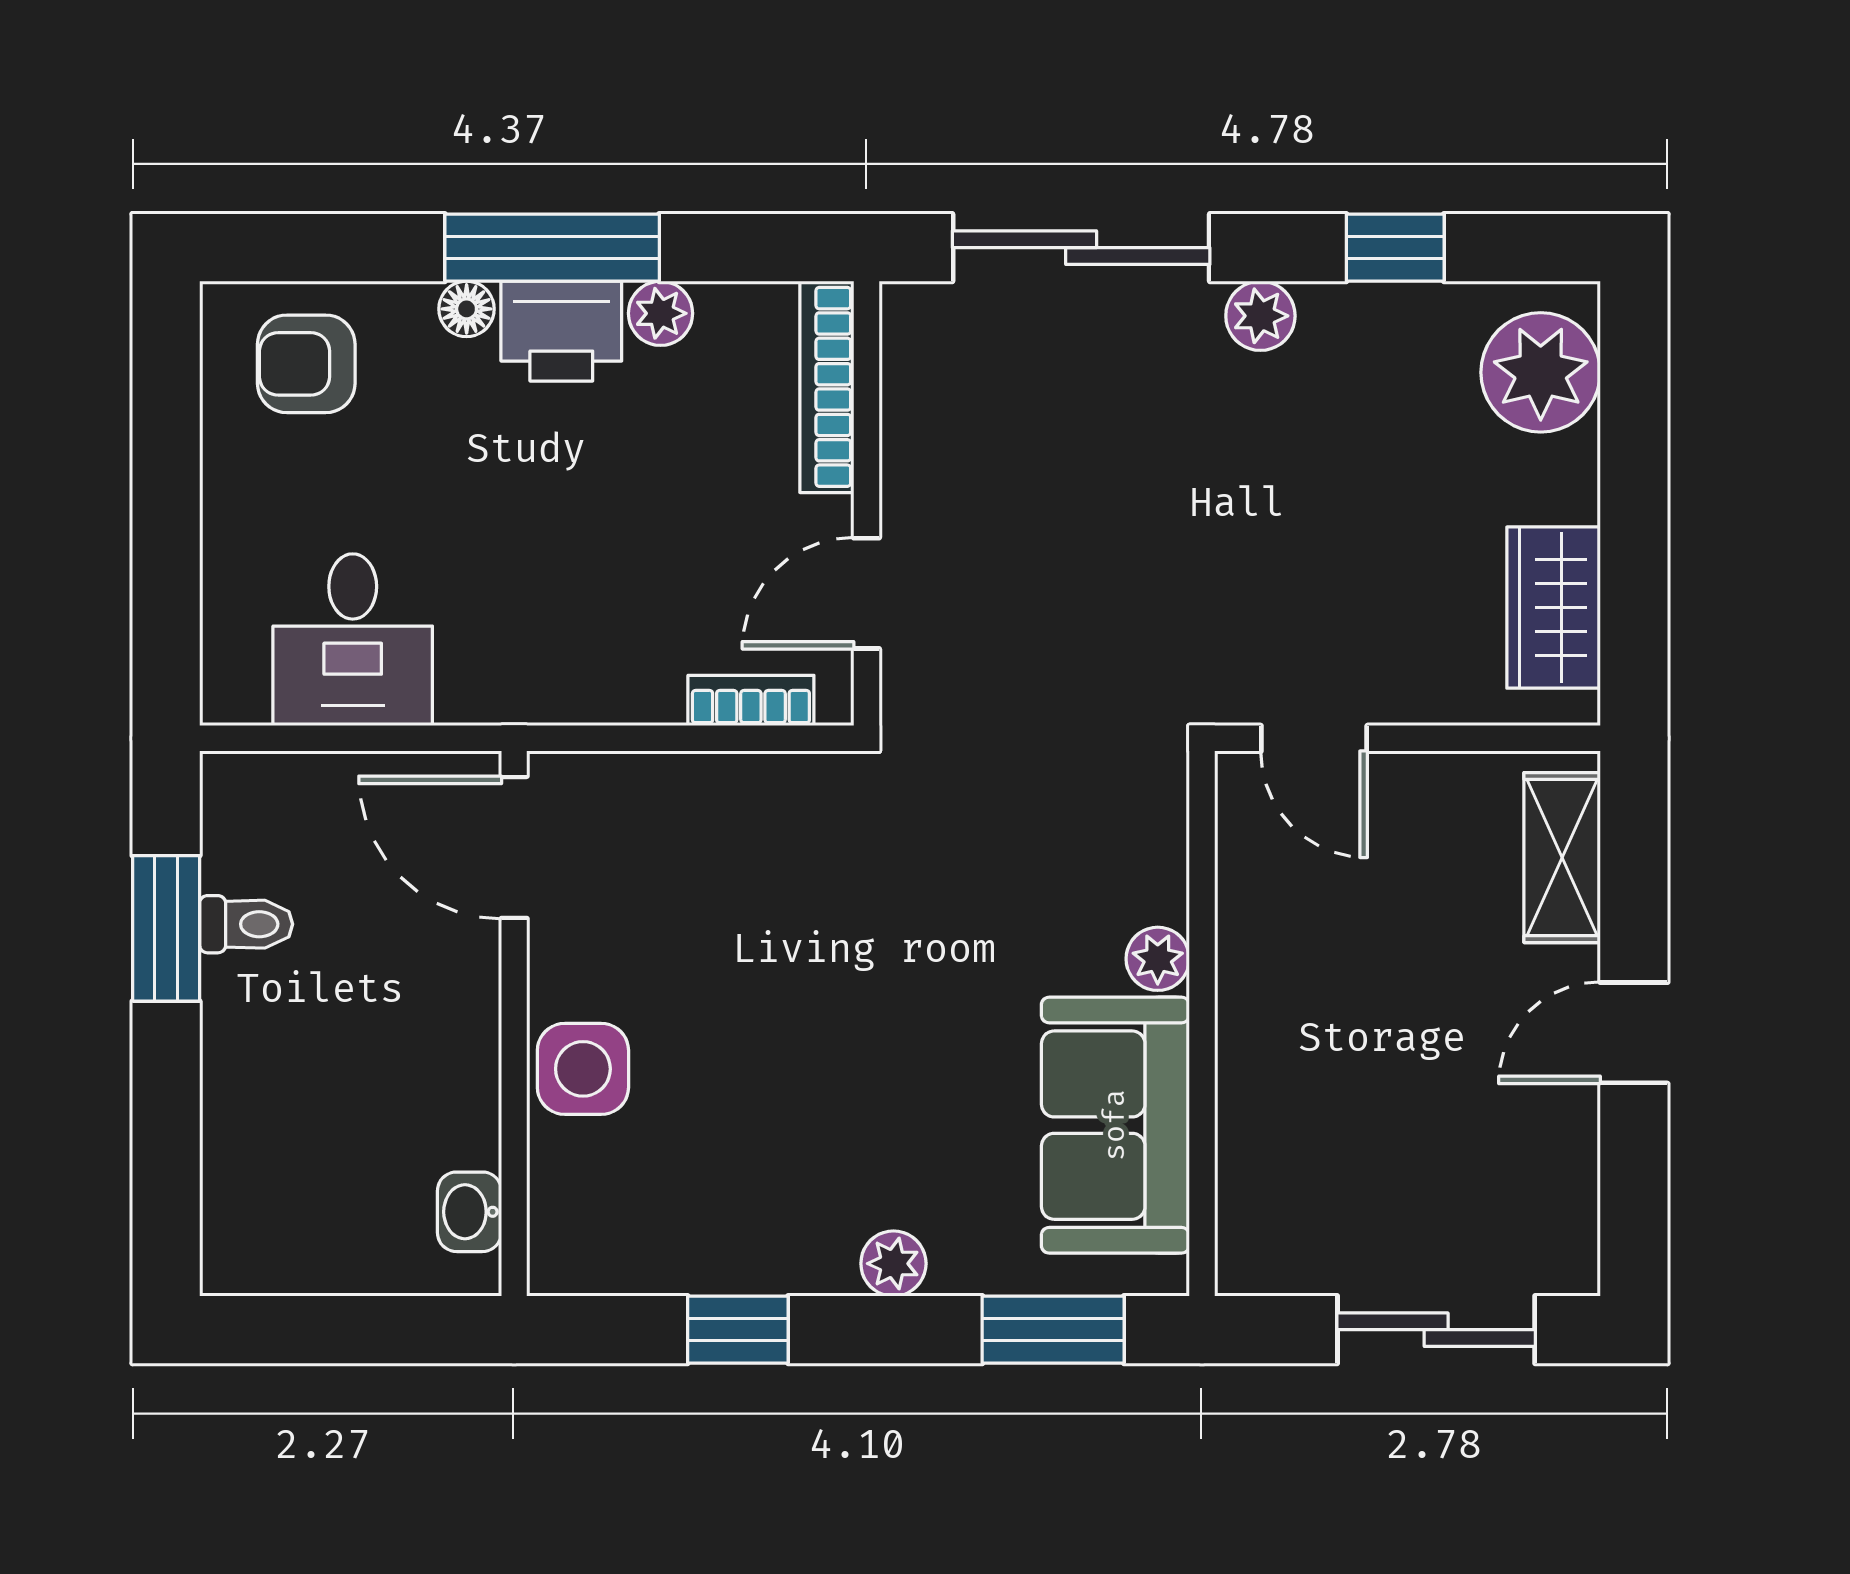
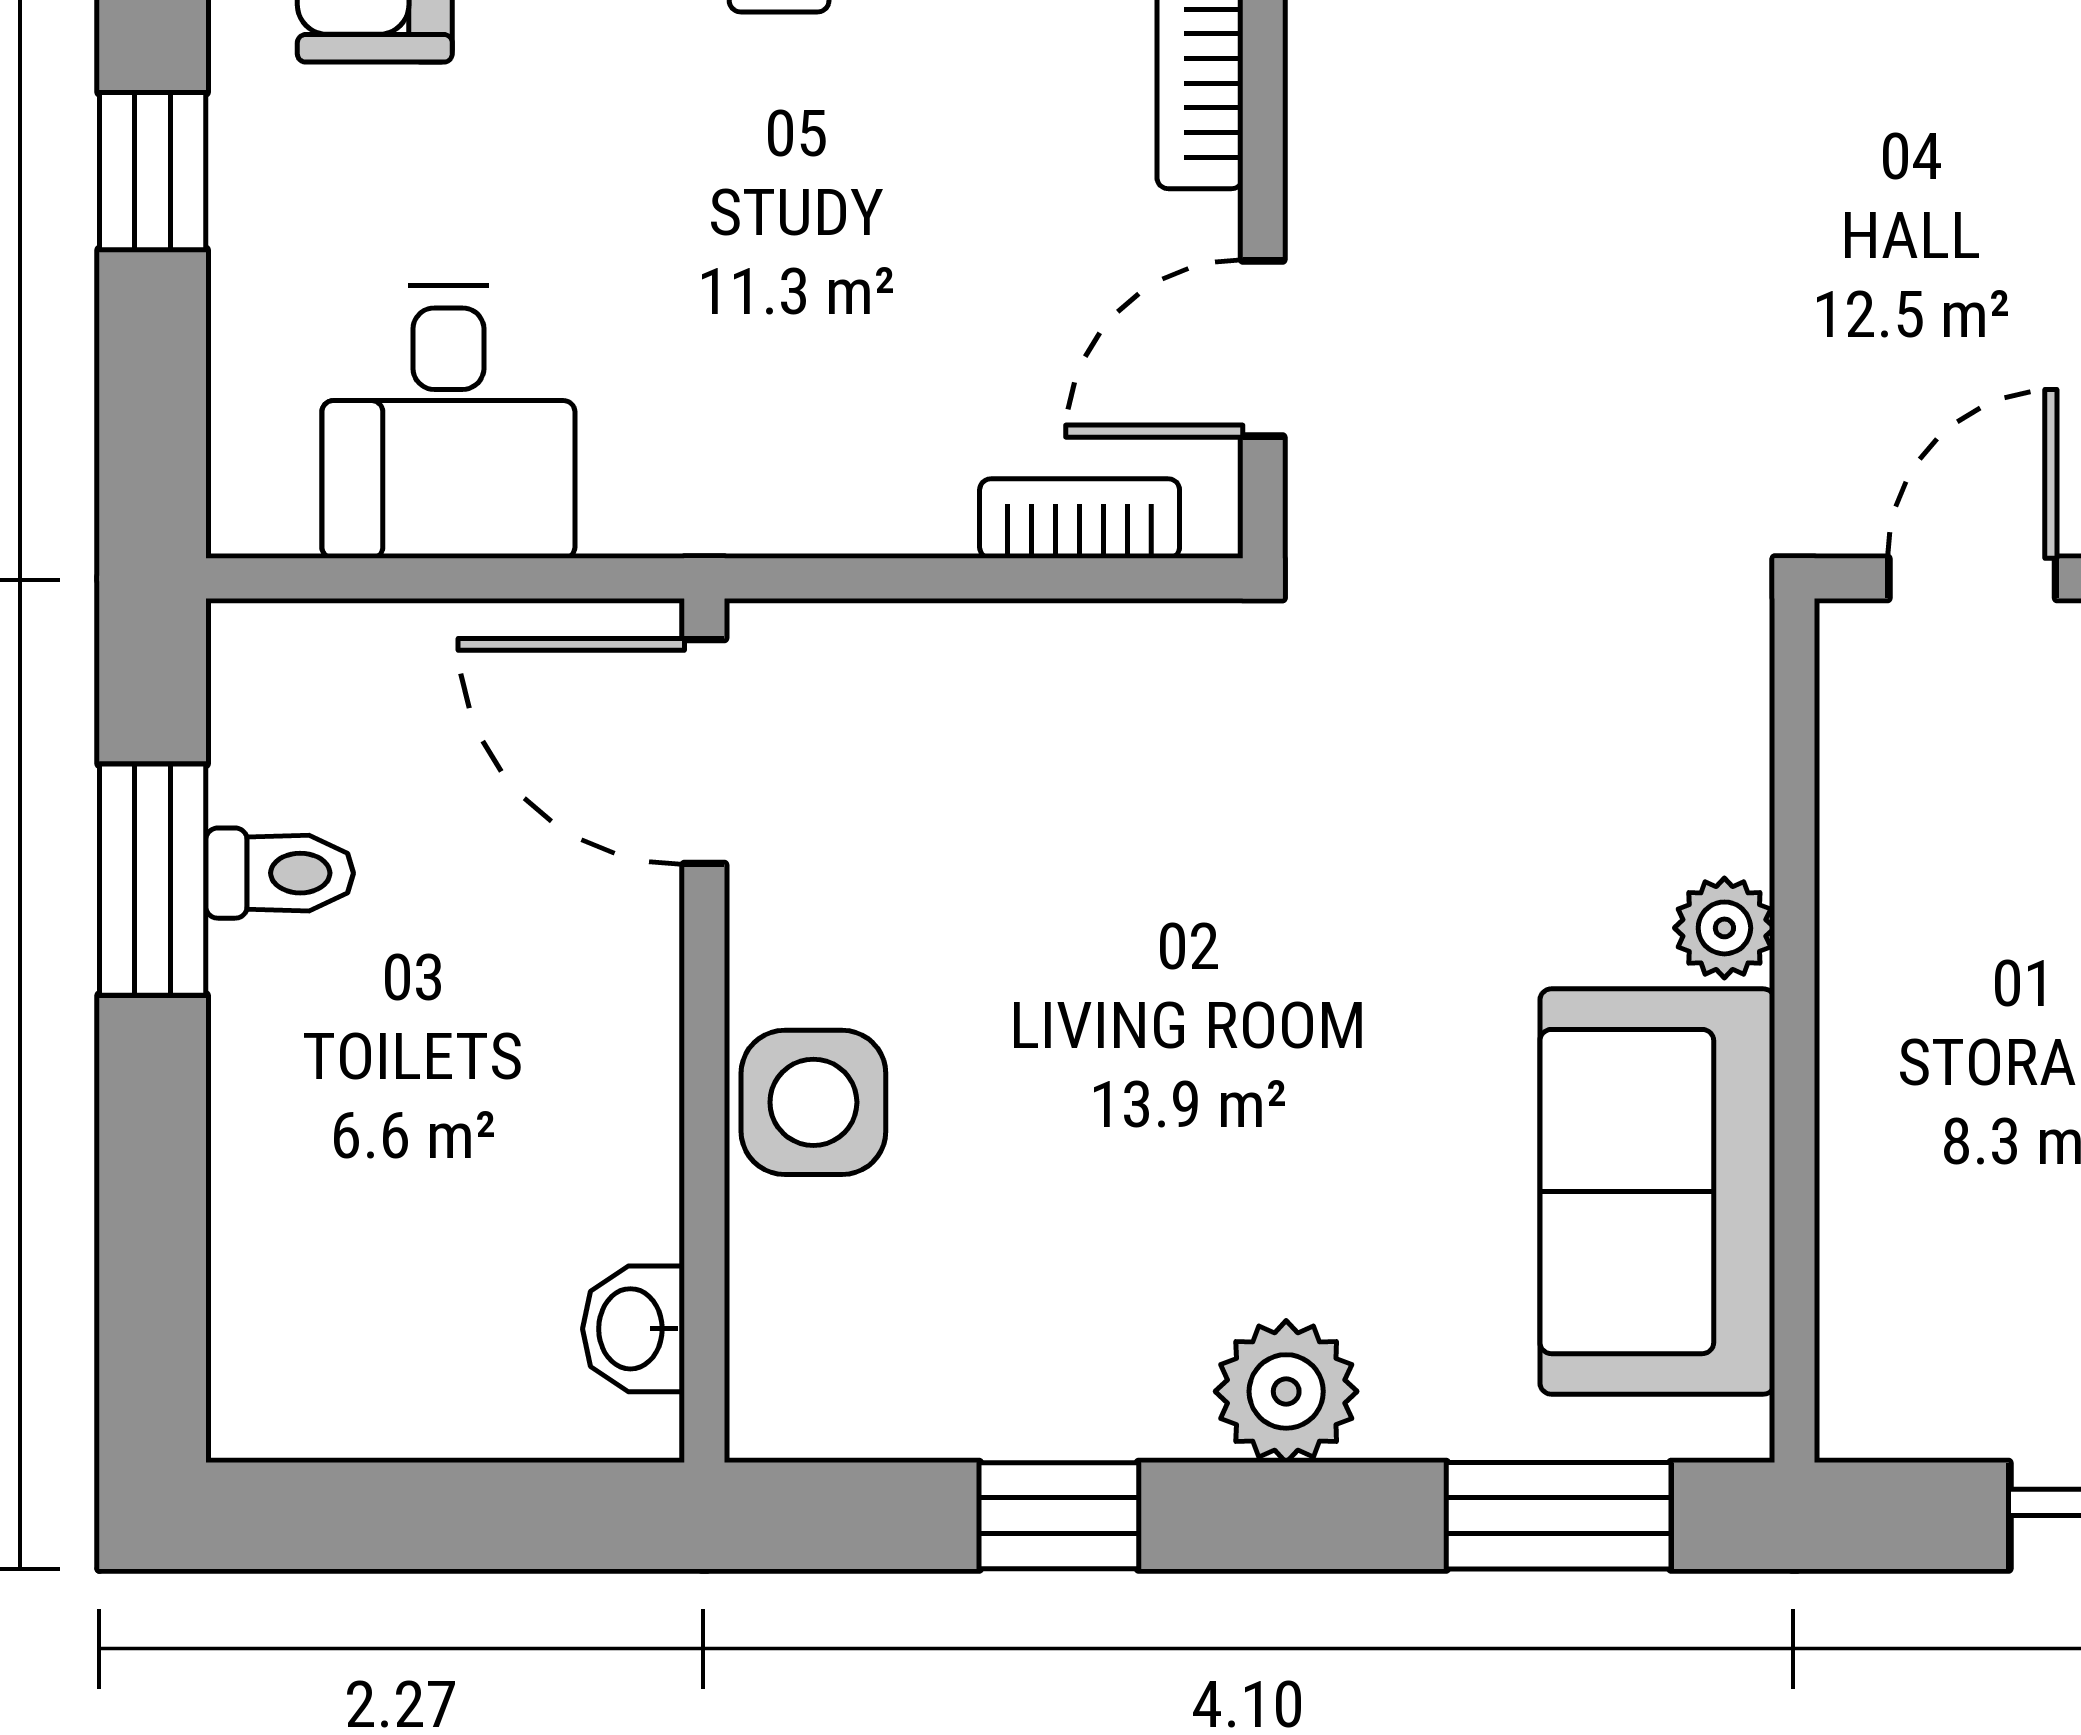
window: (166, 481) -> (153, 171), added
door: (1314, 738) -> (1972, 578), swing flipped
plant: (893, 1264) -> (1286, 1391), width x1.38, depth x1.38

